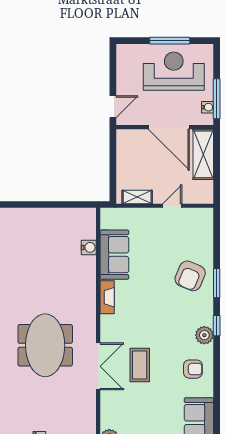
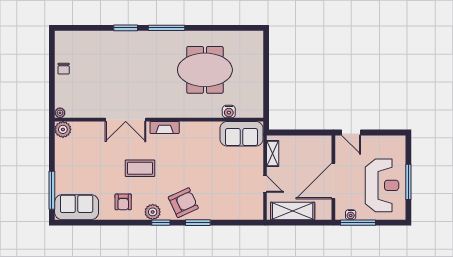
shelving: (203, 154) -> (293, 211), moved
sofa: (114, 255) -> (242, 134), moved
armchair: (190, 276) -> (183, 203), moved, turned 132
fireplace: (107, 297) -> (165, 127), moved
meeting table: (45, 345) -> (205, 70), moved
coffee table: (140, 365) -> (140, 168), moved

